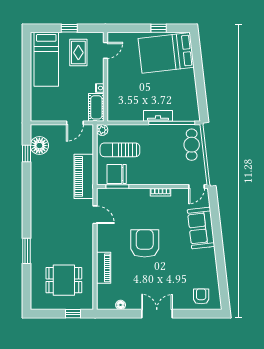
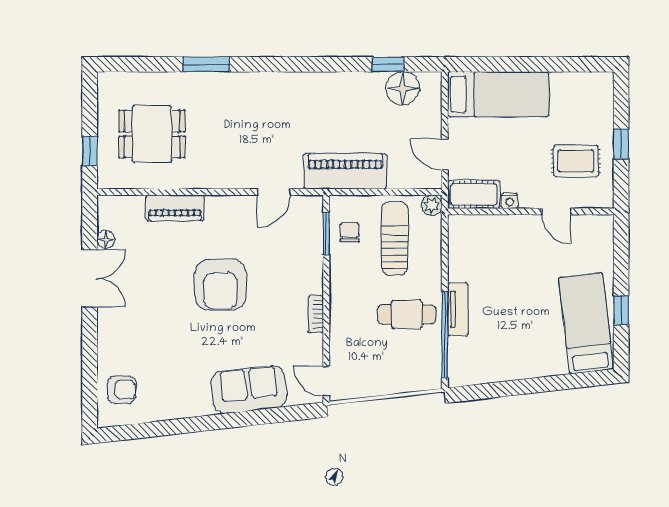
door: (105, 50) -> (556, 211), moved
bed: (166, 53) -> (586, 323), width x0.67
bed: (46, 59) -> (498, 94), moved, turned 180
cafe table: (192, 145) -> (407, 314), moved
chair: (117, 174) -> (350, 232), width x0.54, depth x0.54
armchair: (145, 243) -> (220, 285), turned 90
dining table: (64, 280) -> (152, 134), turned 90
double door: (157, 314) -> (90, 278), moved

